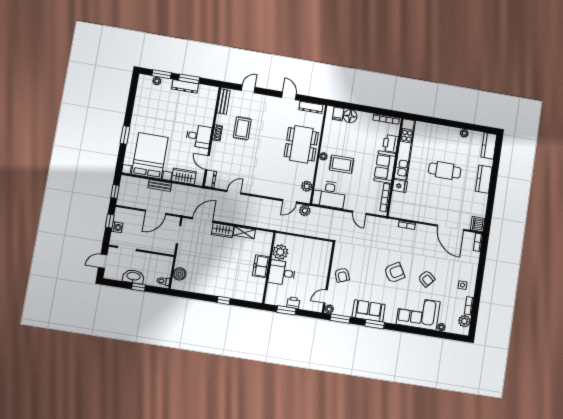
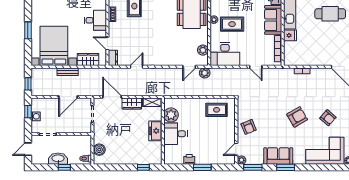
door: (203, 220) -> (112, 97), hinge flipped
rug: (311, 251) -> (217, 110), added
plant: (280, 252) -> (171, 115), moved
freezer: (261, 266) -> (155, 131), moved
wall: (269, 268) -> (163, 131), moved
desk: (282, 273) -> (175, 134), moved
printer: (293, 303) -> (189, 159), moved

